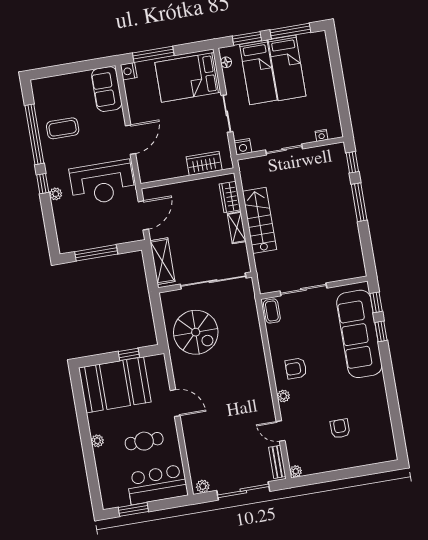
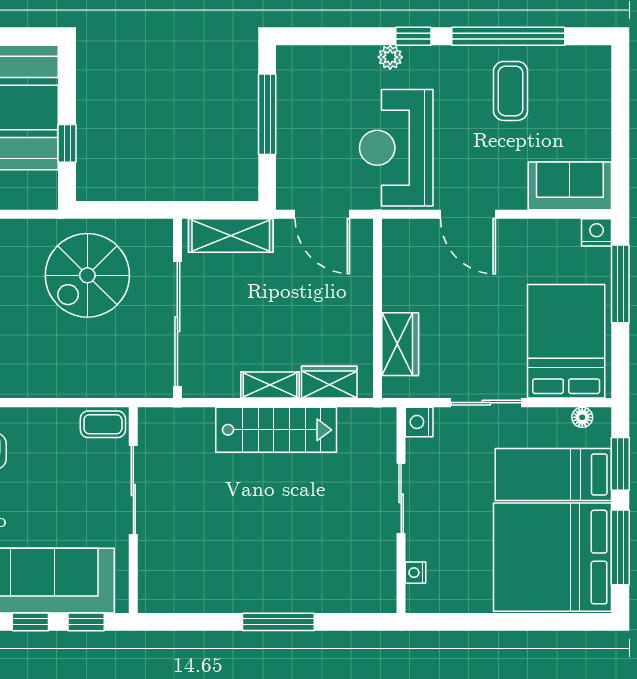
bed: (287, 68) -> (553, 557), width x2.04
window: (352, 162) -> (355, 622), removed

